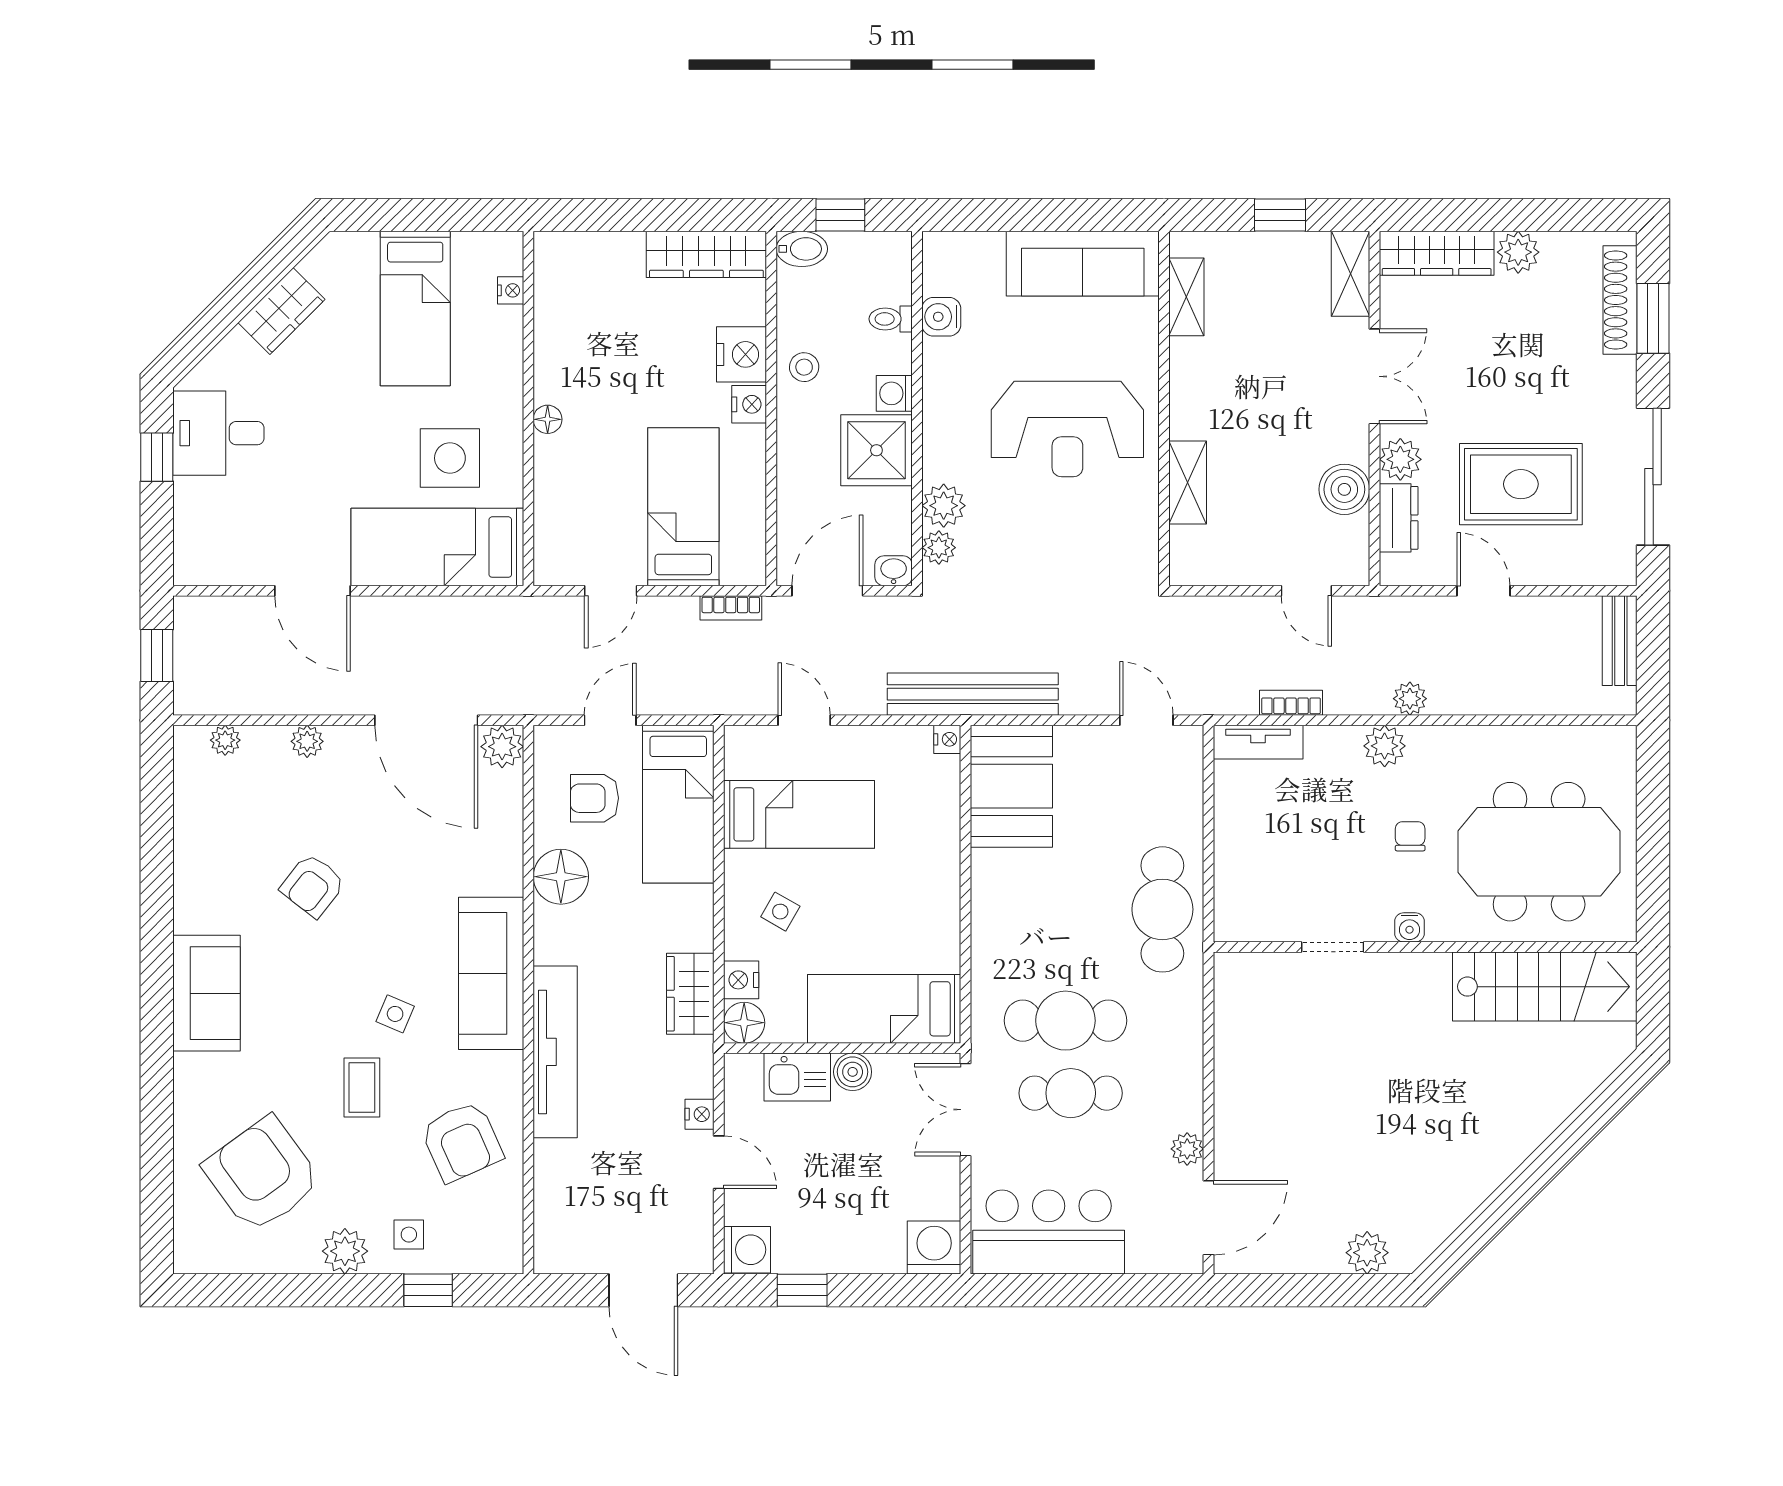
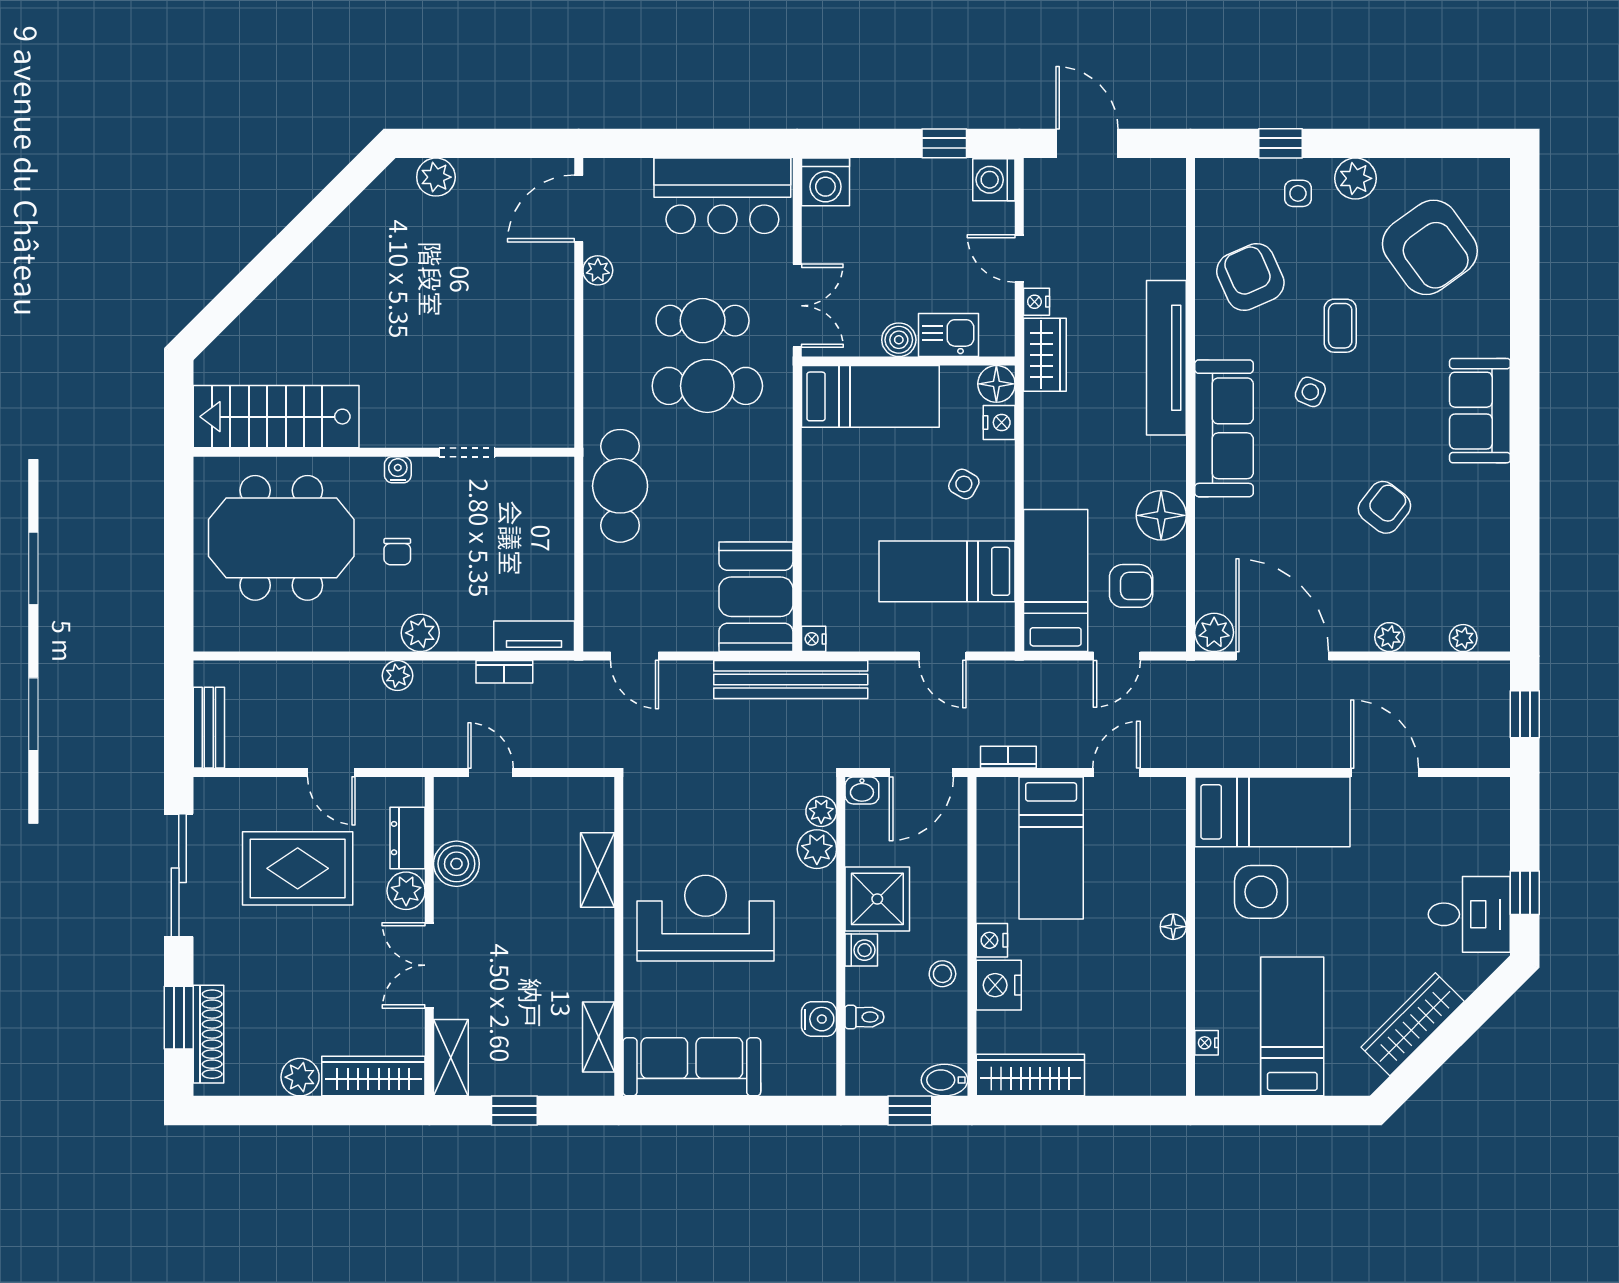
wardrobe: (281, 311) -> (1413, 1024), width x1.50
wardrobe: (690, 994) -> (1045, 355), moved

